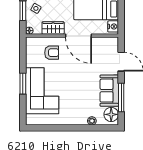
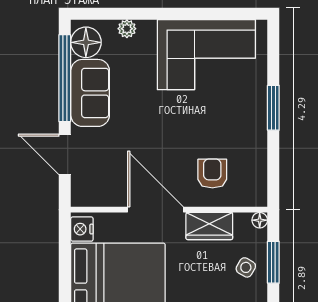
armchair: (52, 53) -> (212, 174), turned 90
corner sofa: (42, 91) -> (206, 55), moved, turned -90
window: (121, 98) -> (65, 78), width x1.46

